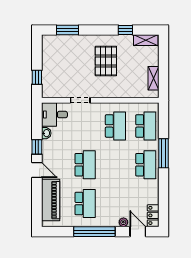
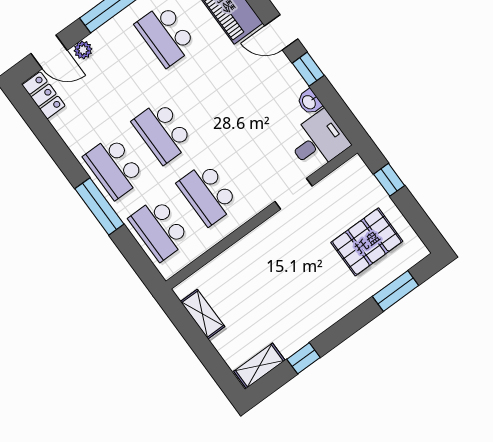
pallet: (106, 61) -> (367, 242), moved, turned 90
school desk: (85, 165) -> (162, 132), moved

